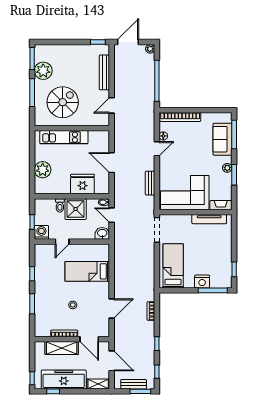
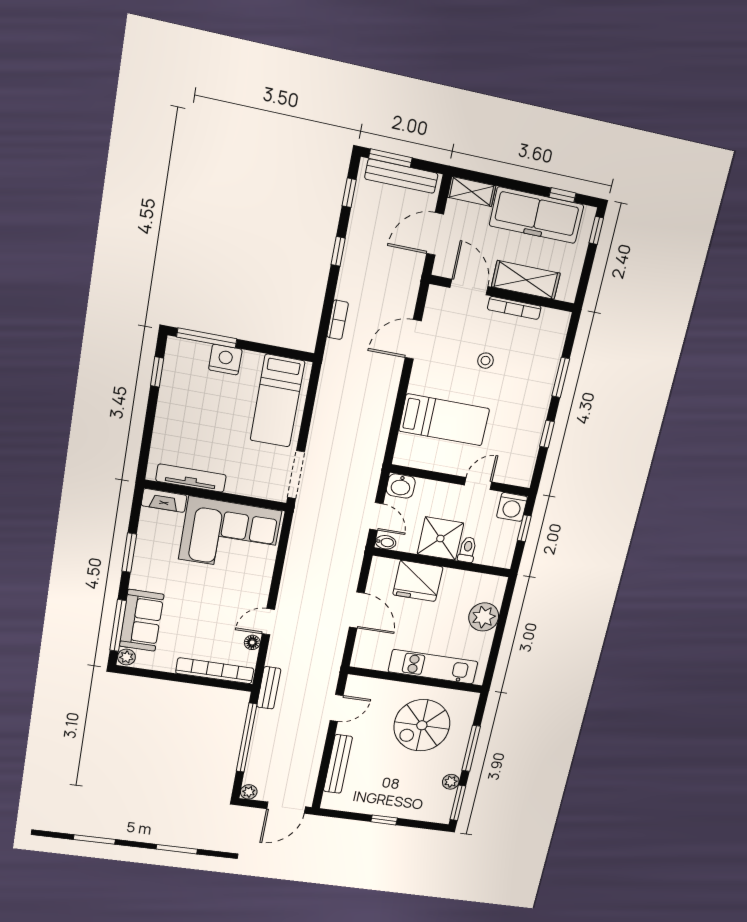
window: (98, 42) -> (384, 820), moved
plant: (43, 71) -> (451, 782), width x0.53, depth x0.53
plant: (227, 168) -> (126, 657), moved
bench: (150, 183) -> (269, 688), moved
door: (112, 361) -> (435, 234), hinge flipped
bench: (134, 384) -> (401, 176), width x1.36

